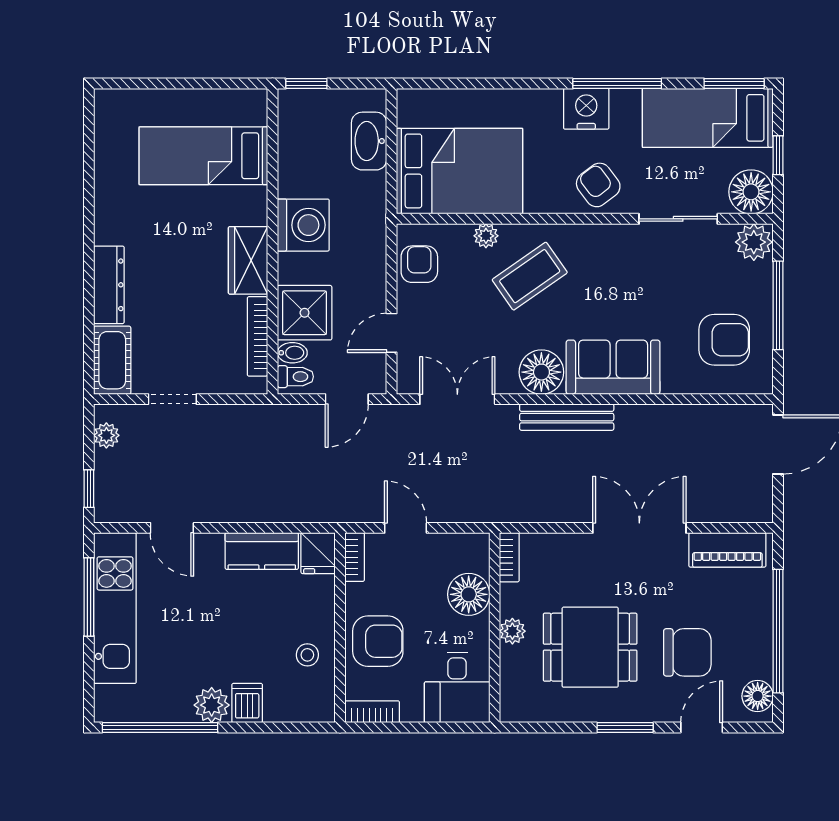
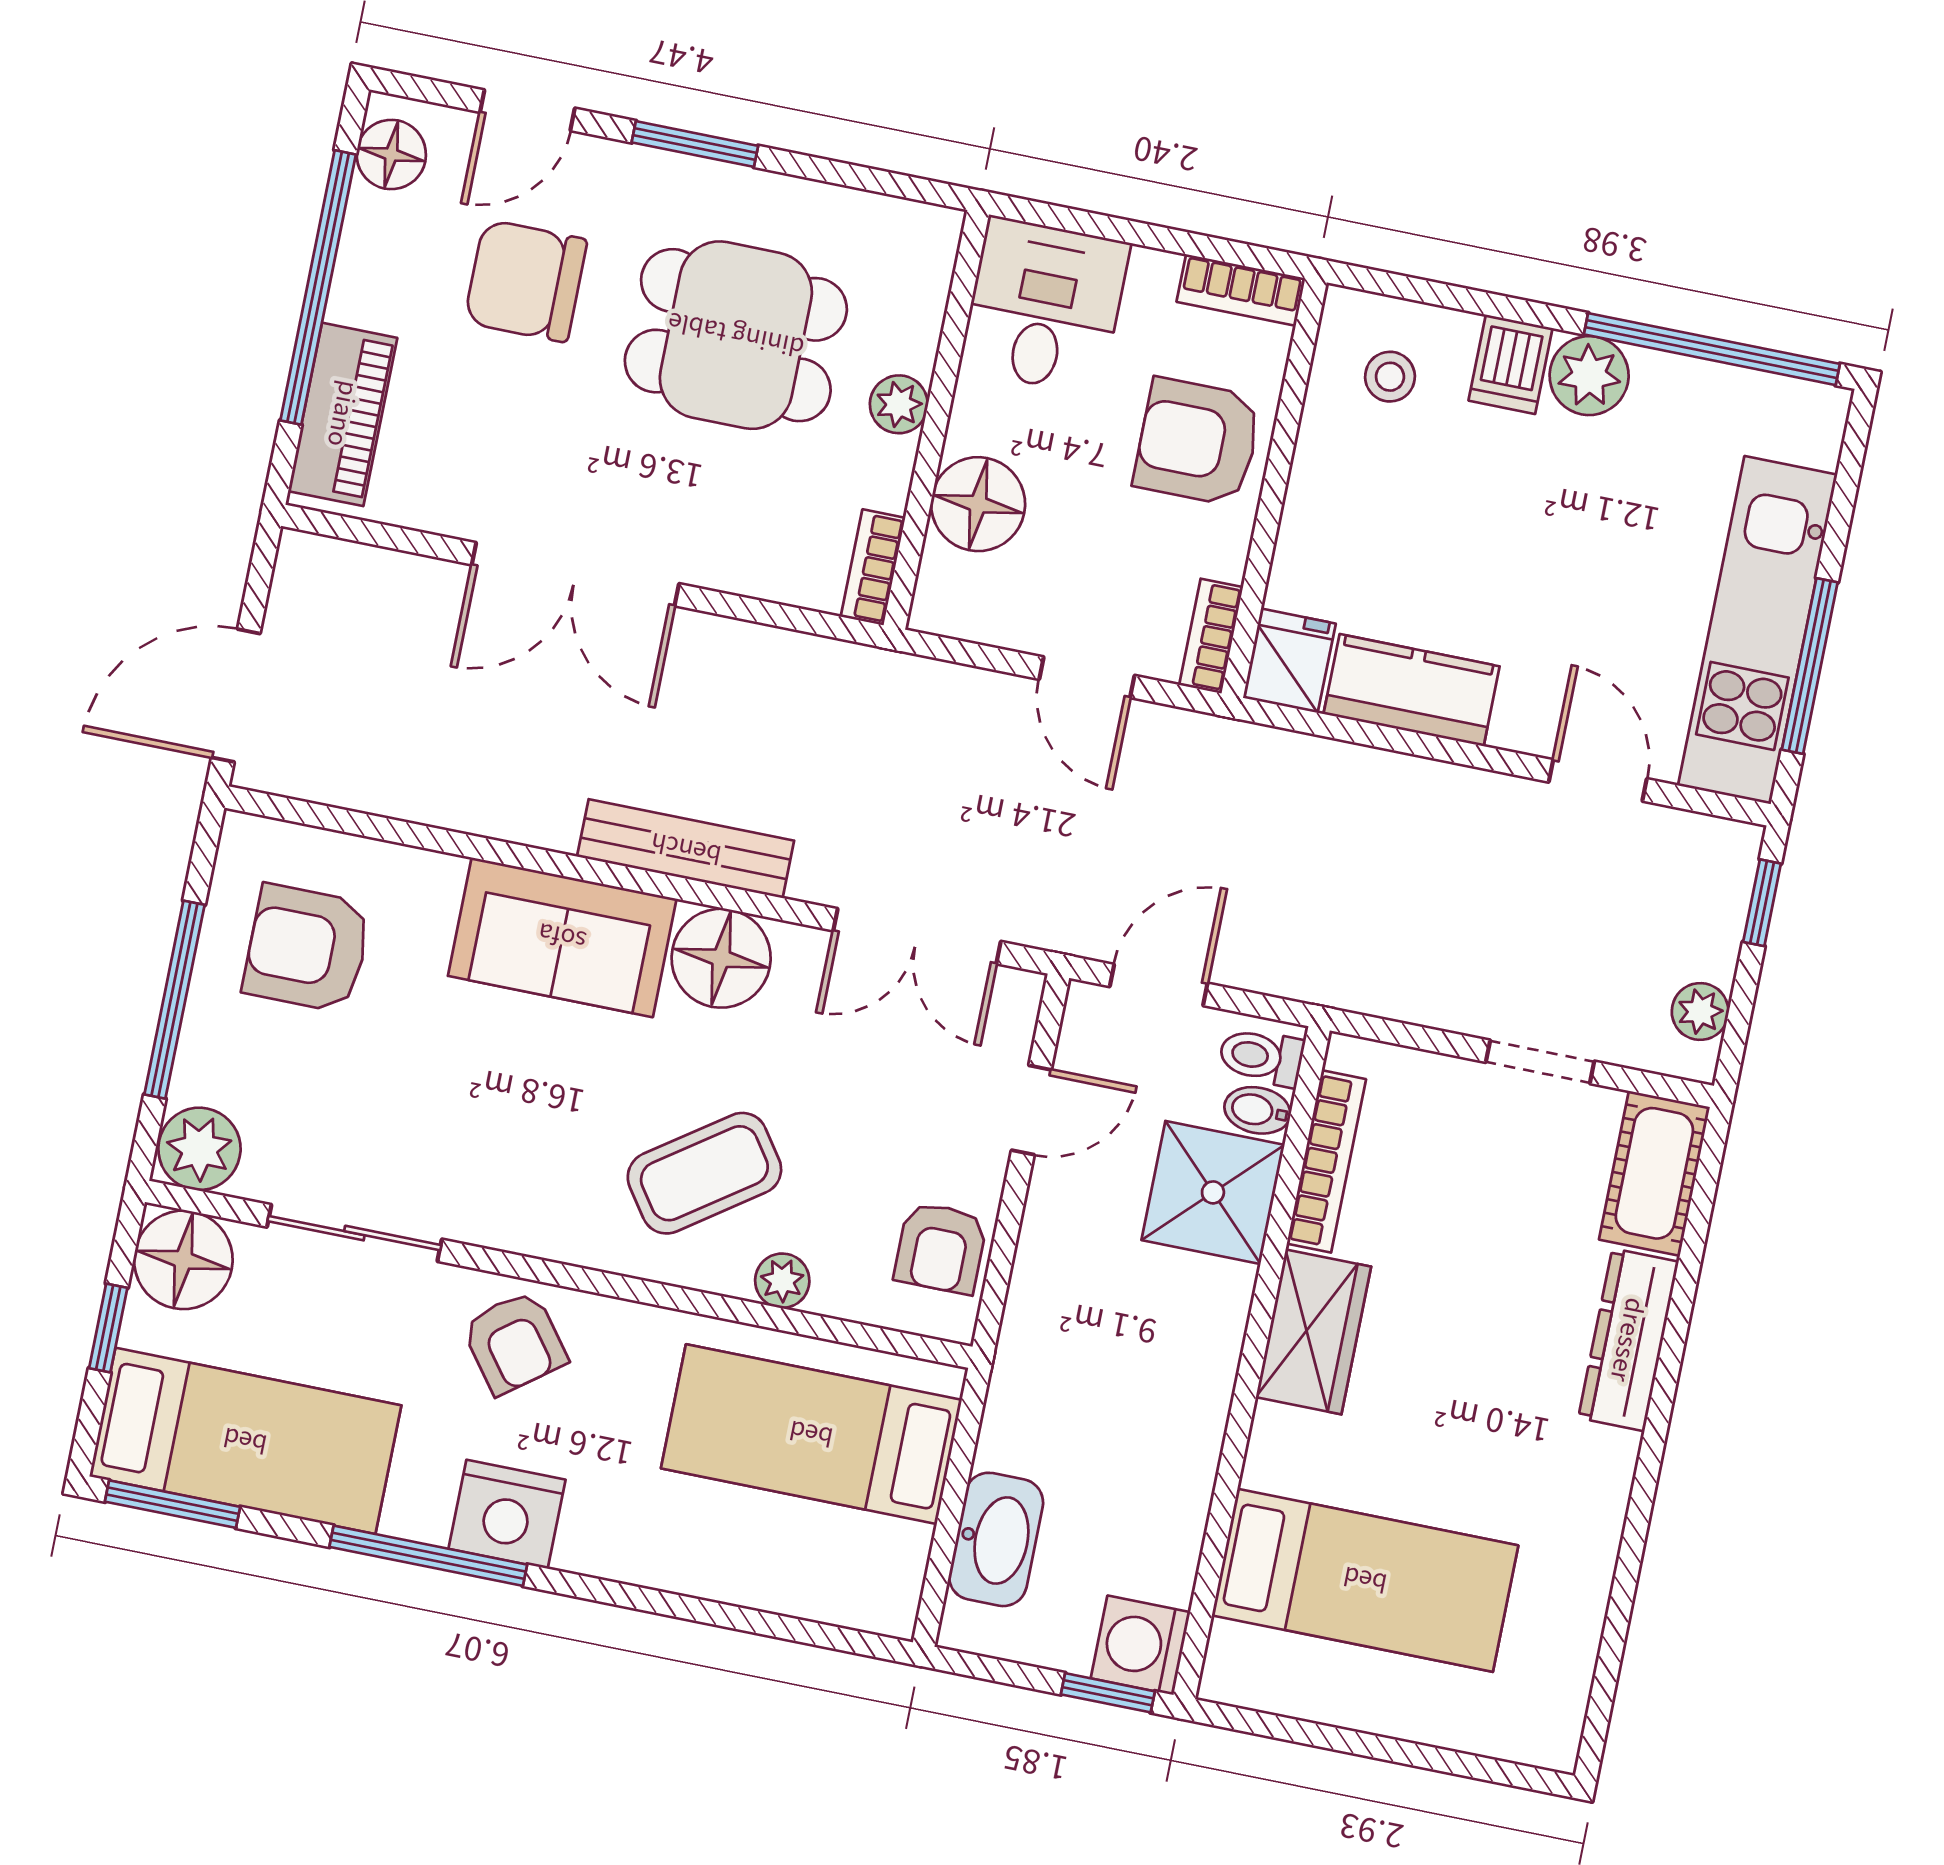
bed: (460, 171) -> (811, 1434), width x0.67
washing machine: (303, 225) -> (1141, 1645), moved, width x0.73, depth x0.73
piano: (727, 550) -> (343, 414), moved, turned 90
stool: (307, 655) -> (1390, 377), moved

